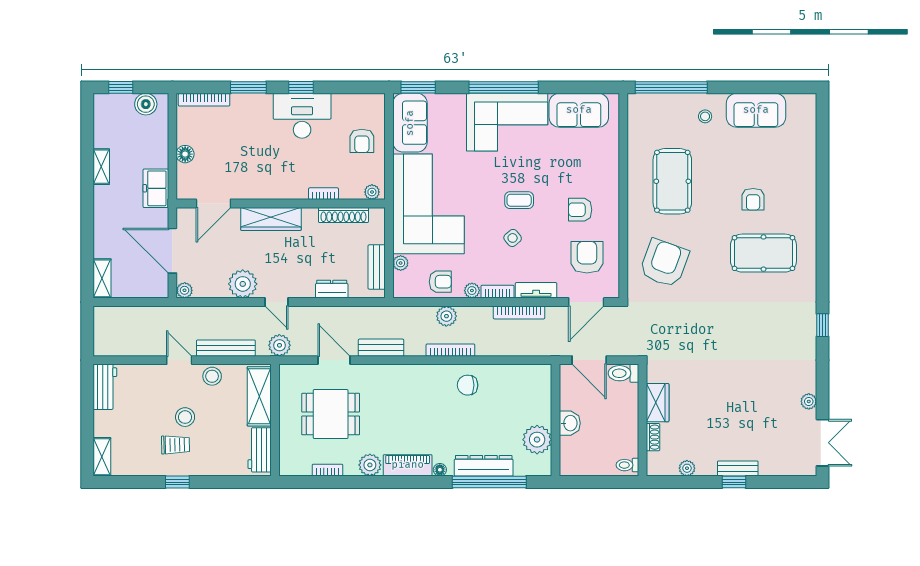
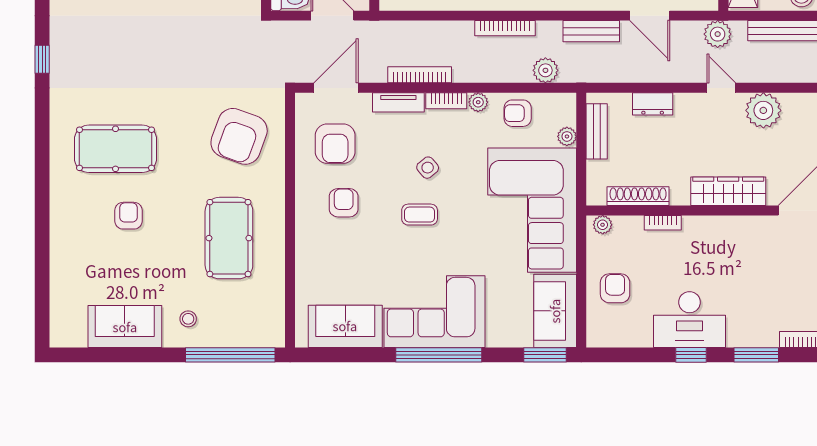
armchair: (580, 210) -> (344, 203), turned -90
plant: (446, 316) -> (545, 70), moved

